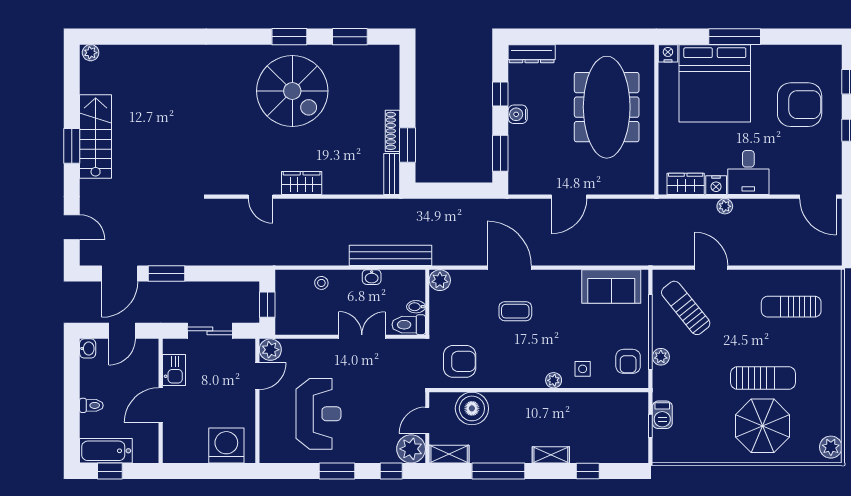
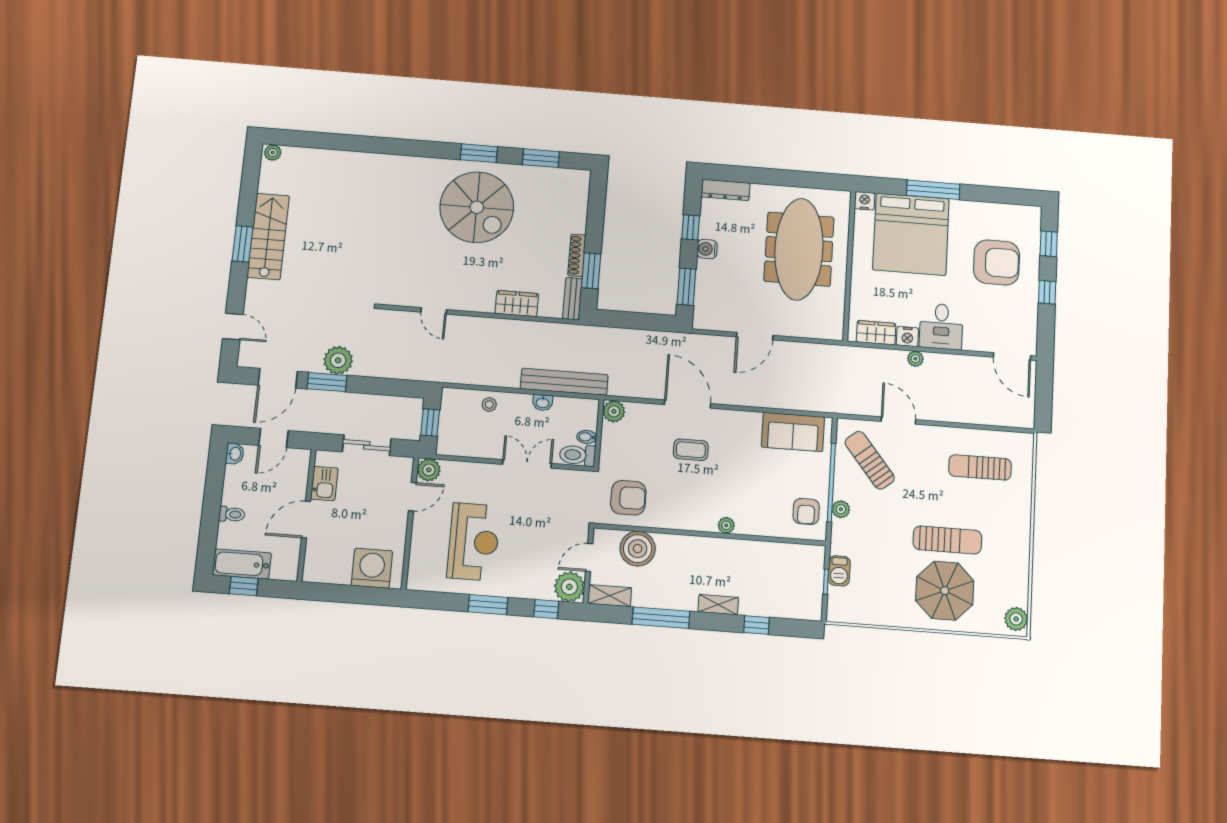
wardrobe: (302, 183) -> (517, 304), moved
plant: (175, 252) -> (338, 360), added
side table: (583, 369) -> (758, 516), removed

